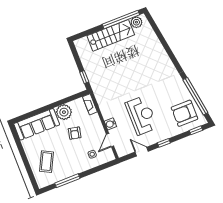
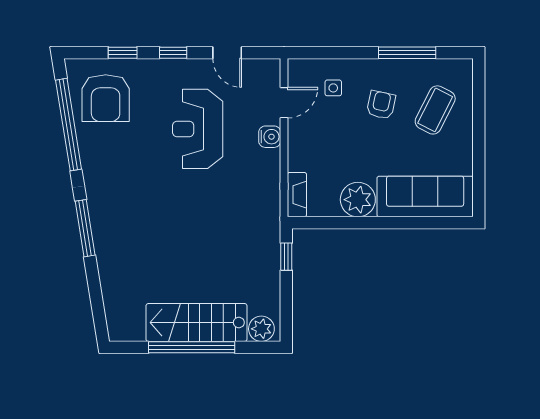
window: (121, 20) -> (192, 347), moved
plant: (136, 22) -> (261, 329), moved
window: (172, 56) -> (85, 228), added
armchair: (184, 113) -> (106, 98), turned 90
window: (196, 130) -> (123, 53), moved
armchair: (75, 133) -> (381, 105), moved

